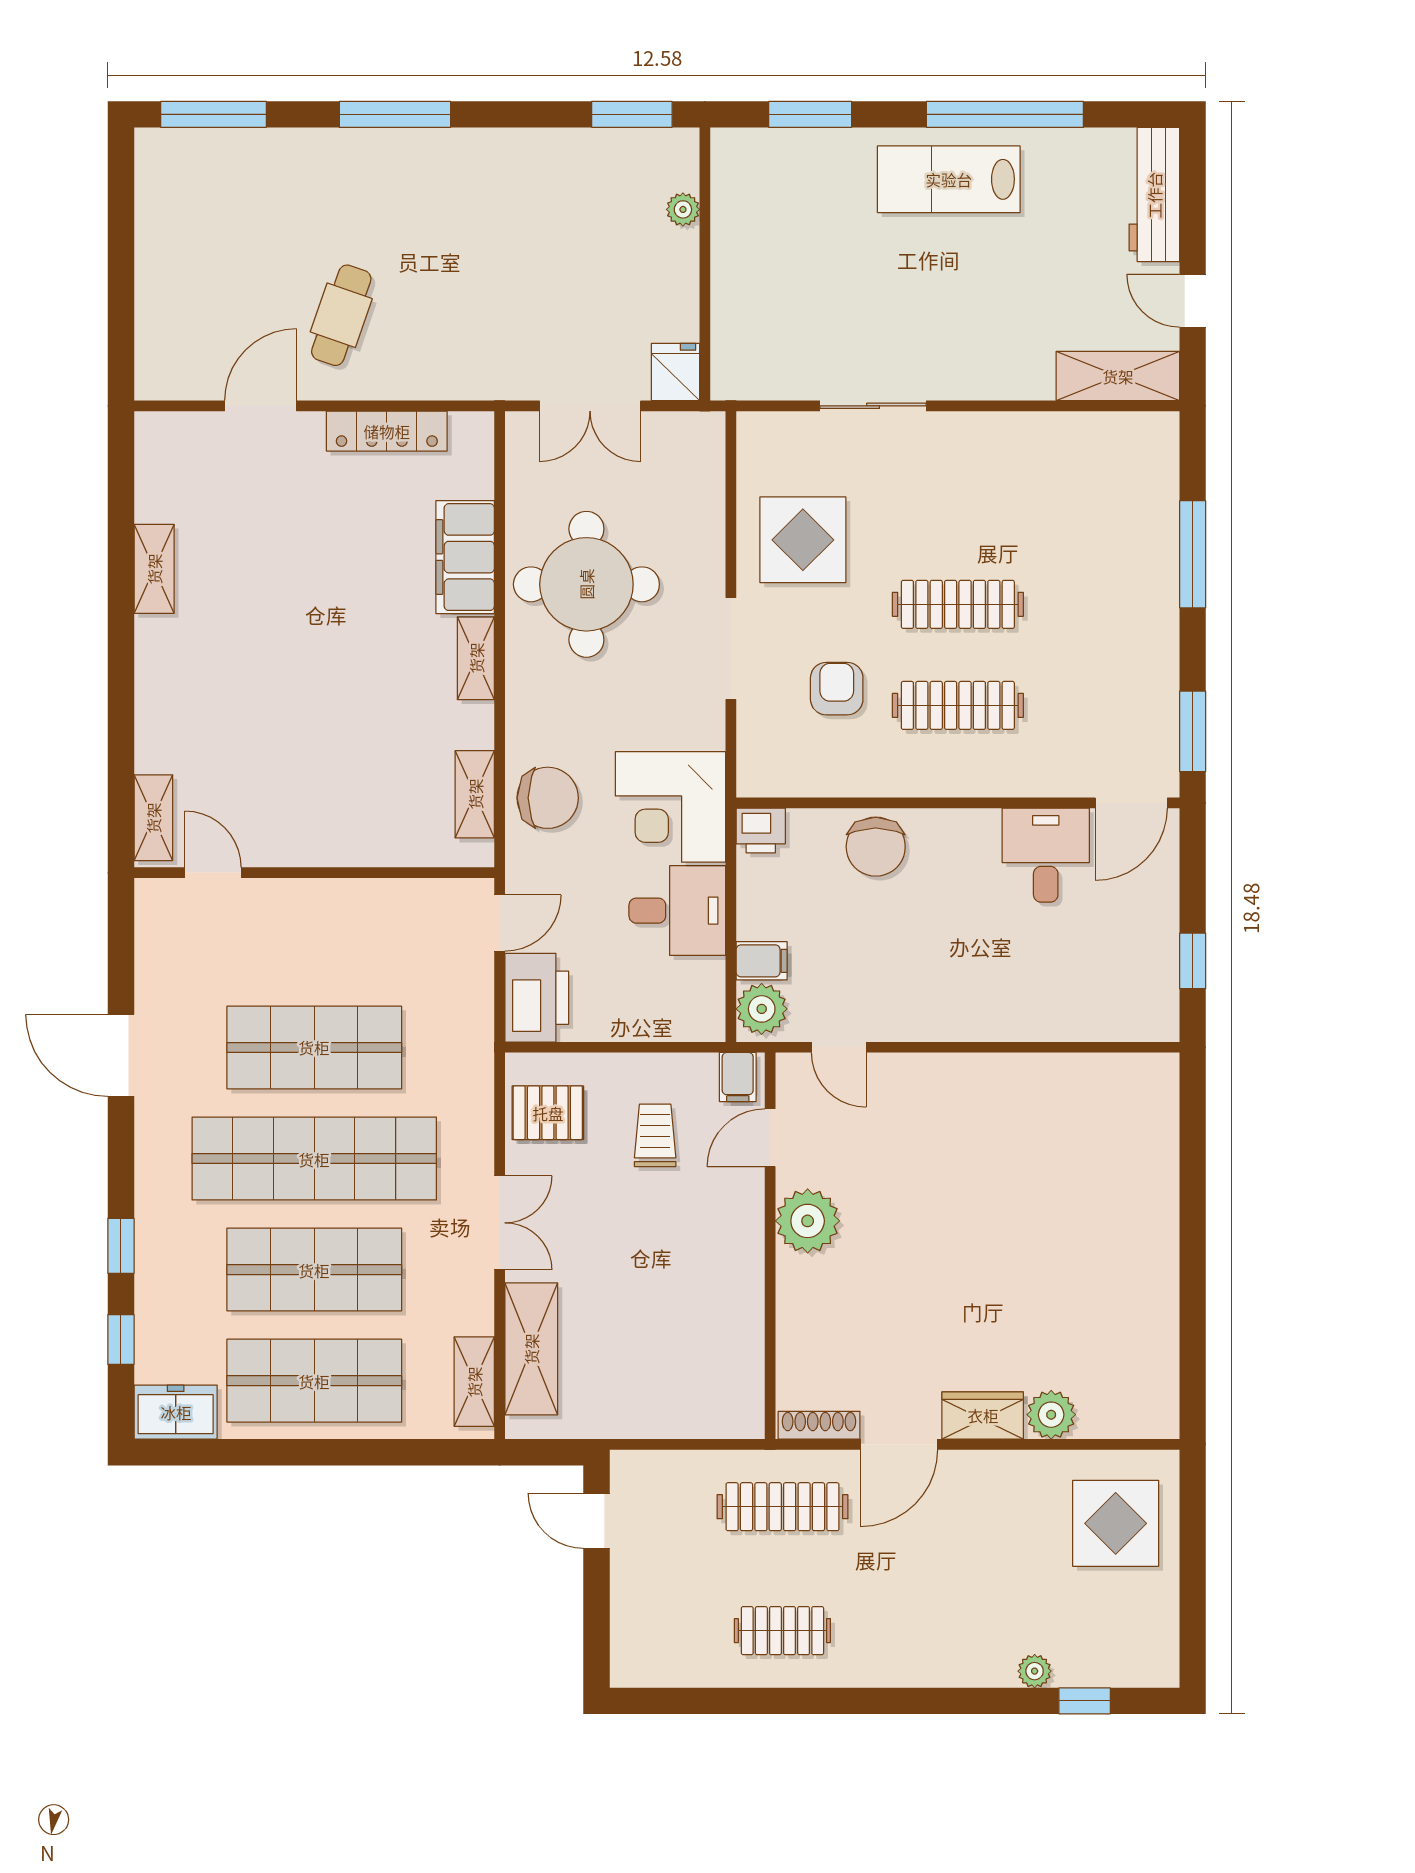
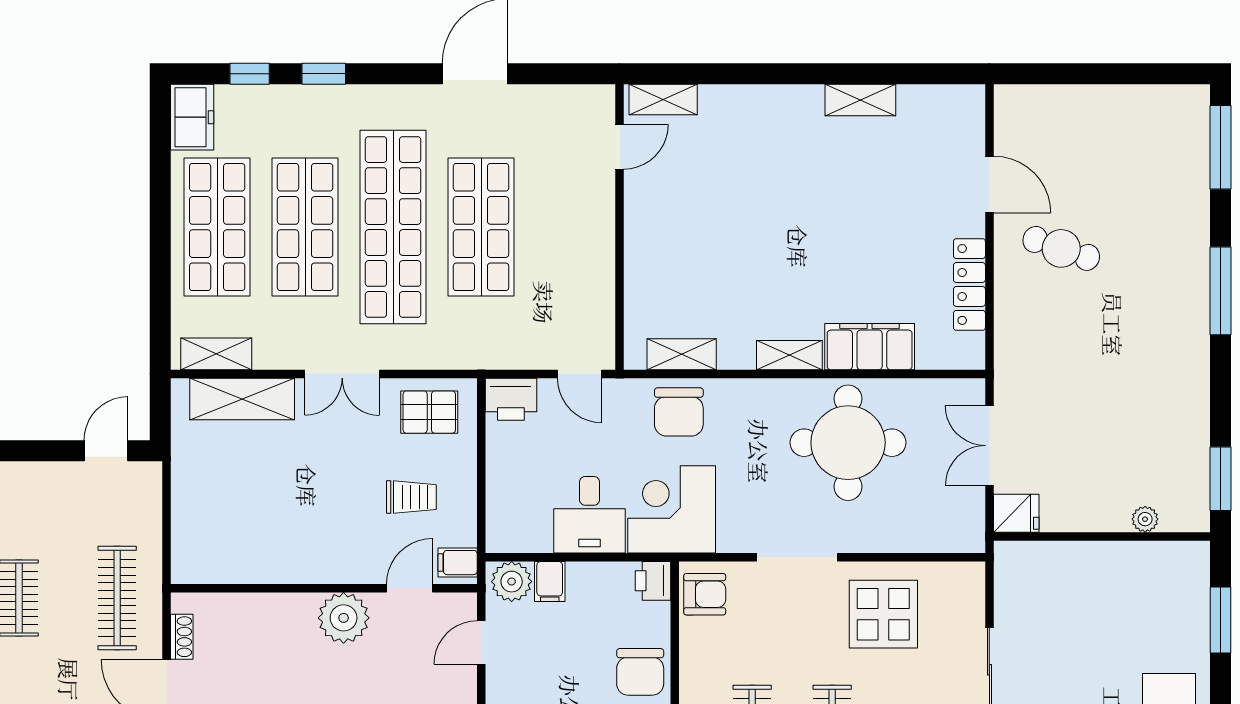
armchair: (837, 689) -> (705, 594), moved
chair: (876, 847) -> (640, 672), turned -90
printer: (537, 998) -> (511, 399), width x0.73, depth x0.84
pallet: (548, 1113) -> (429, 412), turned 90
door: (770, 1138) -> (410, 588), hinge flipped
shoe rack: (819, 1425) -> (182, 637), width x0.70

